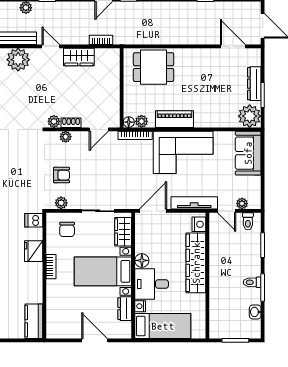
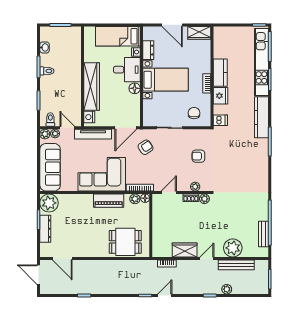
door: (51, 46) -> (207, 258), swing flipped
sofa: (248, 153) -> (50, 167), width x1.36
armchair: (128, 186) -> (146, 147), added
plant: (61, 203) -> (45, 134), moved
wardrobe: (123, 232) -> (199, 33), moved, turned 90
kitchen counter: (34, 321) -> (220, 73), moved

